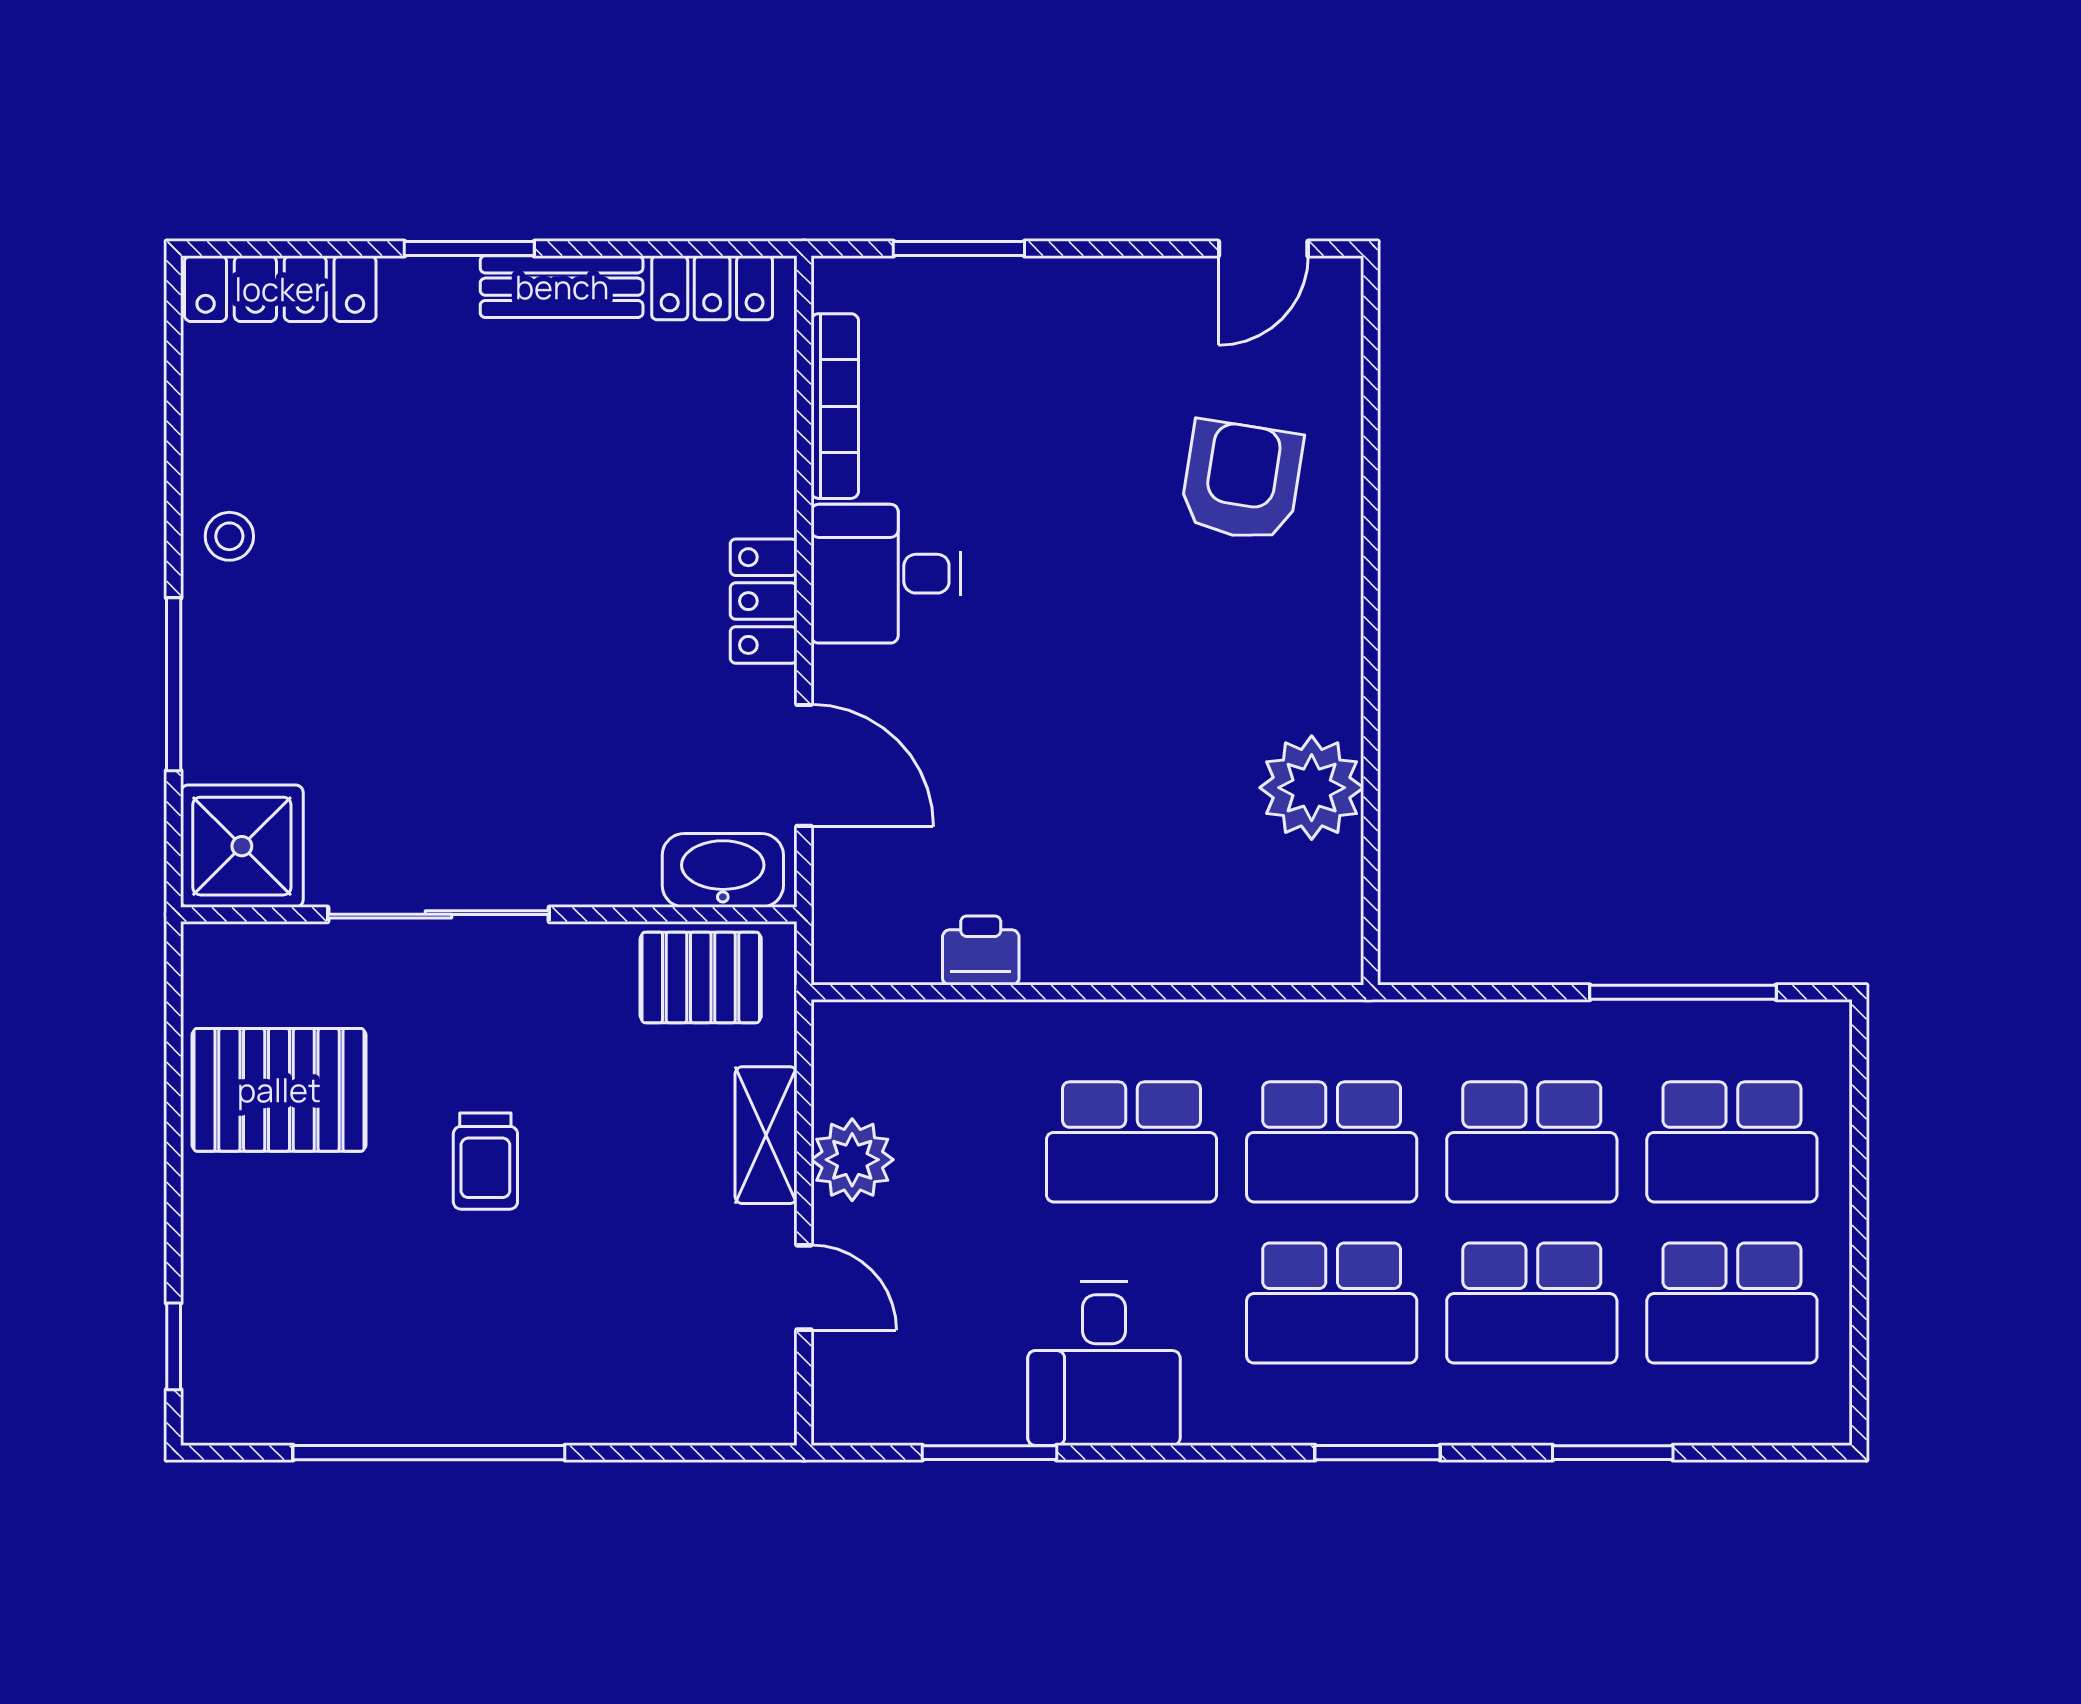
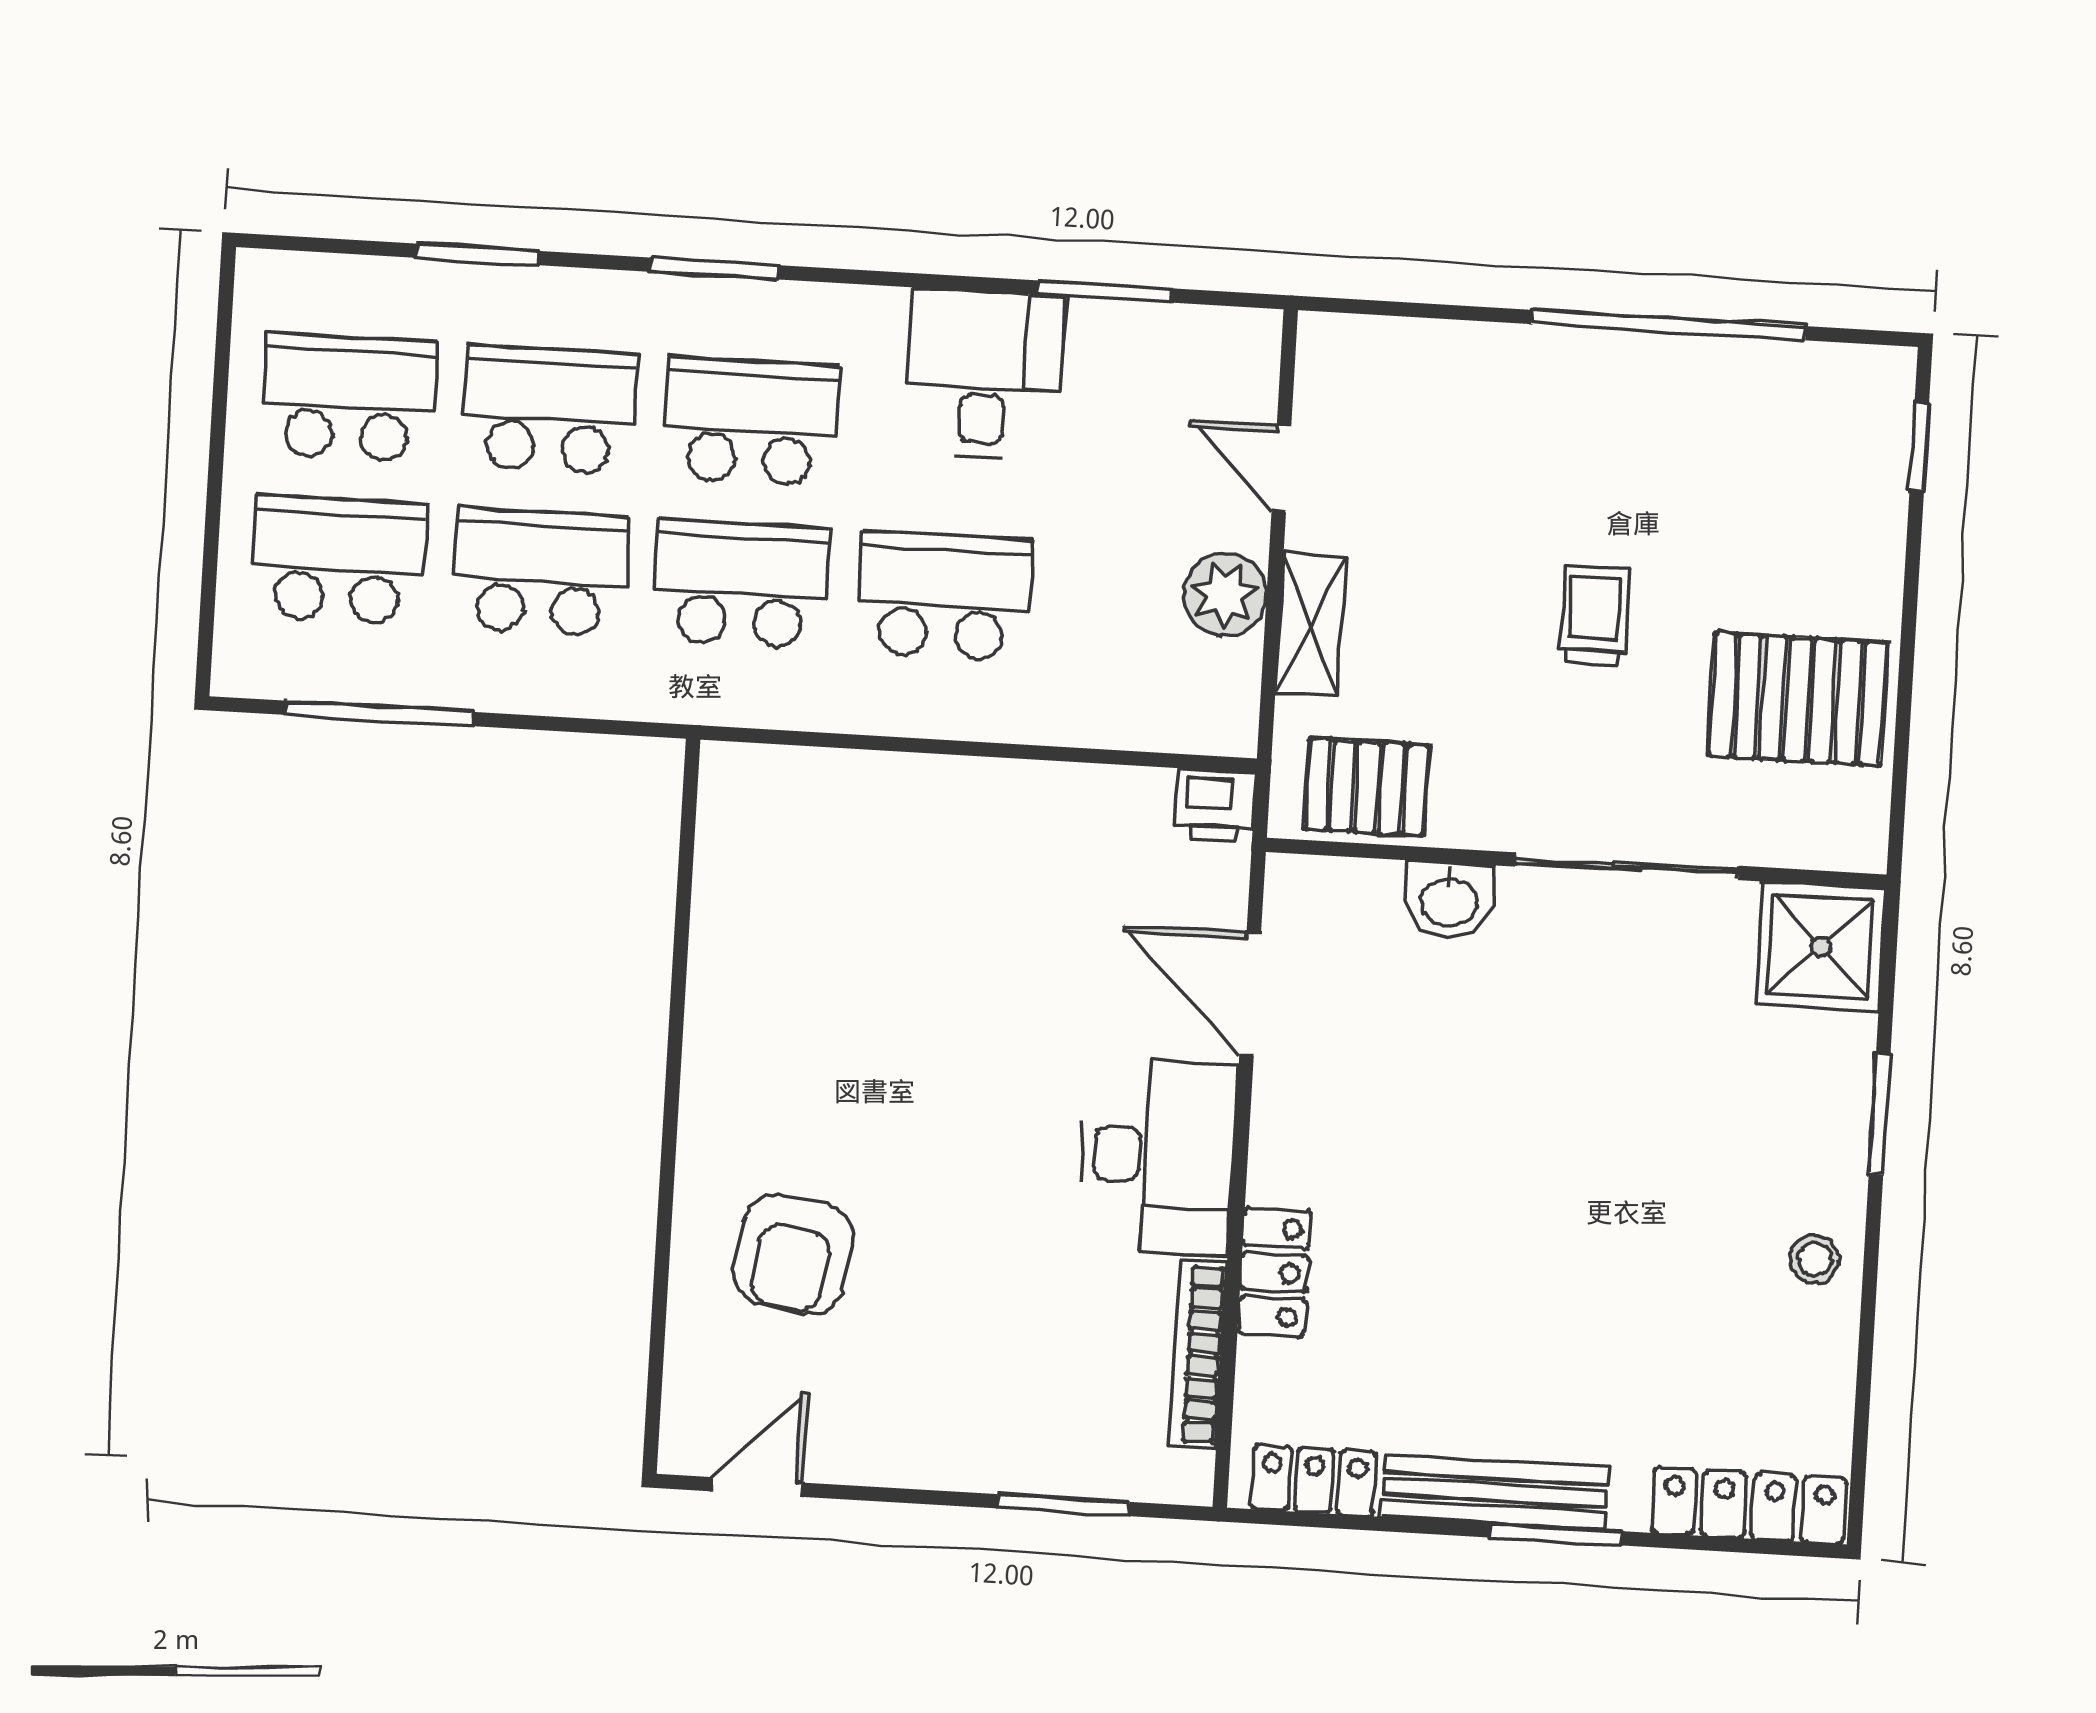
bench: (562, 287) -> (1495, 1492), width x1.36
desk: (886, 574) -> (1158, 1156), width x1.37
locker: (764, 601) -> (1274, 1272), moved
window: (174, 684) -> (1880, 1114), width x0.69
plant: (1312, 788) -> (741, 942), removed
washbasin: (723, 870) -> (1449, 900), moved, width x0.72
printer: (981, 950) -> (1216, 805), moved

